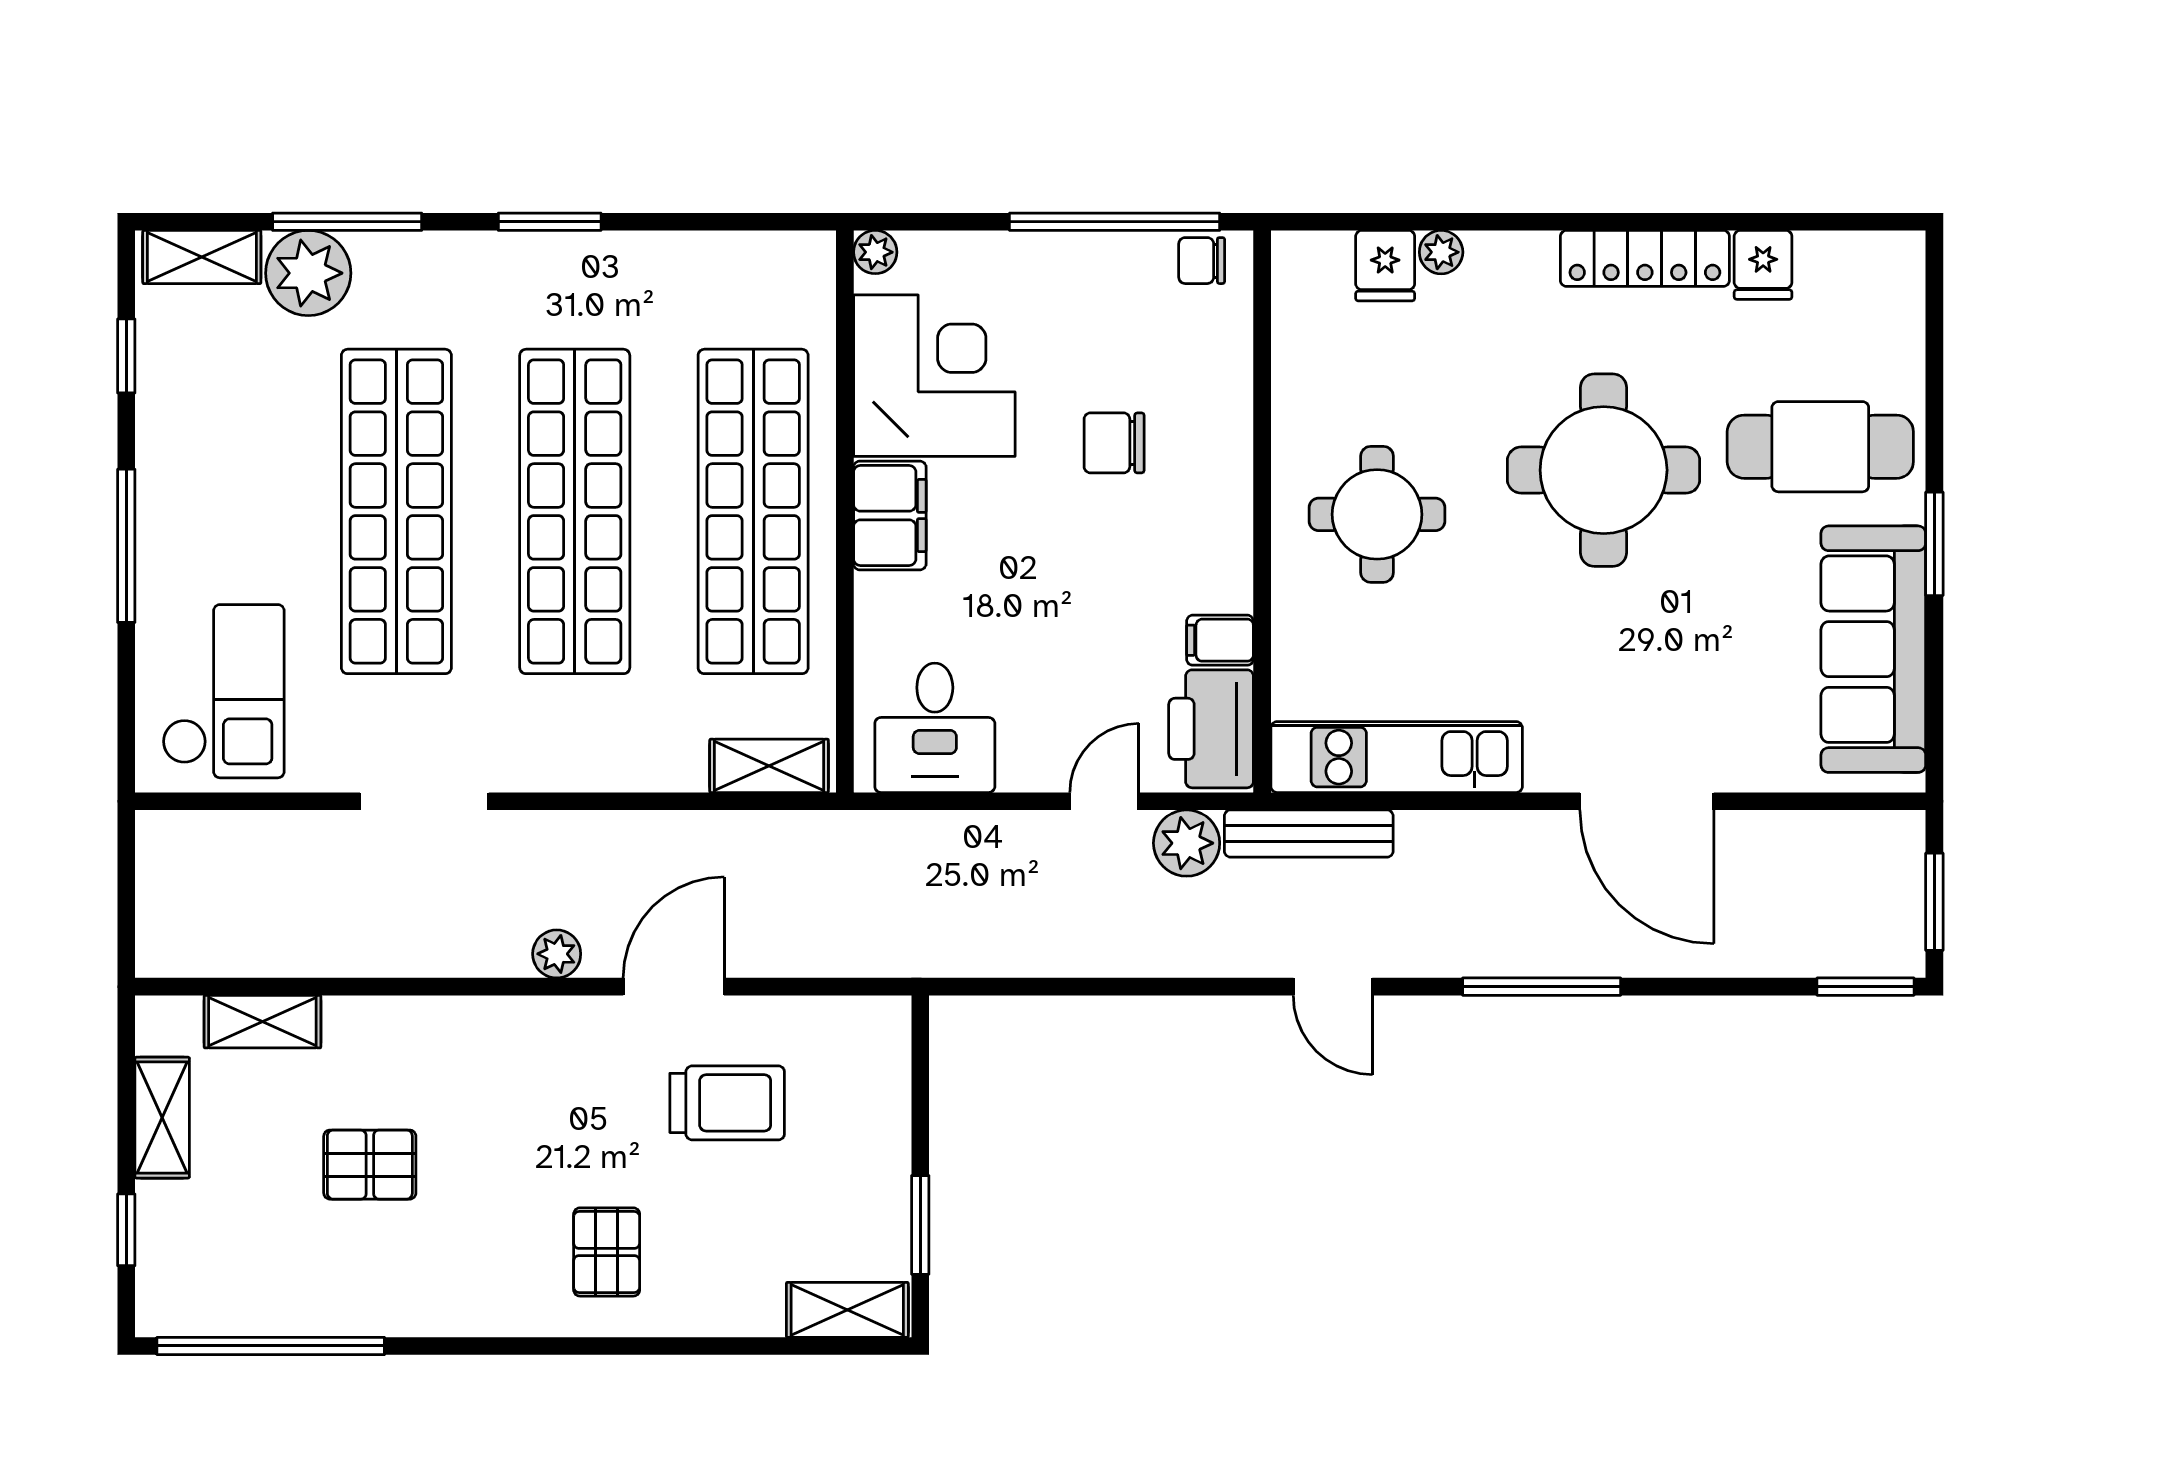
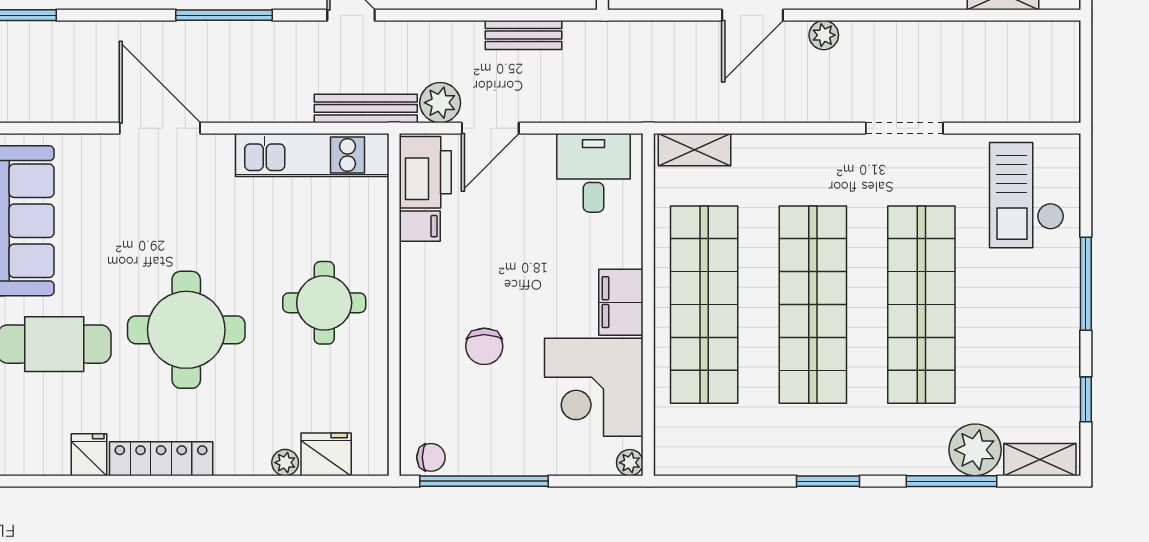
fridge: (1385, 266) -> (326, 454), width x1.38
chair: (1114, 443) -> (484, 346), turned 90
door: (1104, 801) -> (490, 128), width x1.38
bench: (1050, 954) -> (524, 35), added

